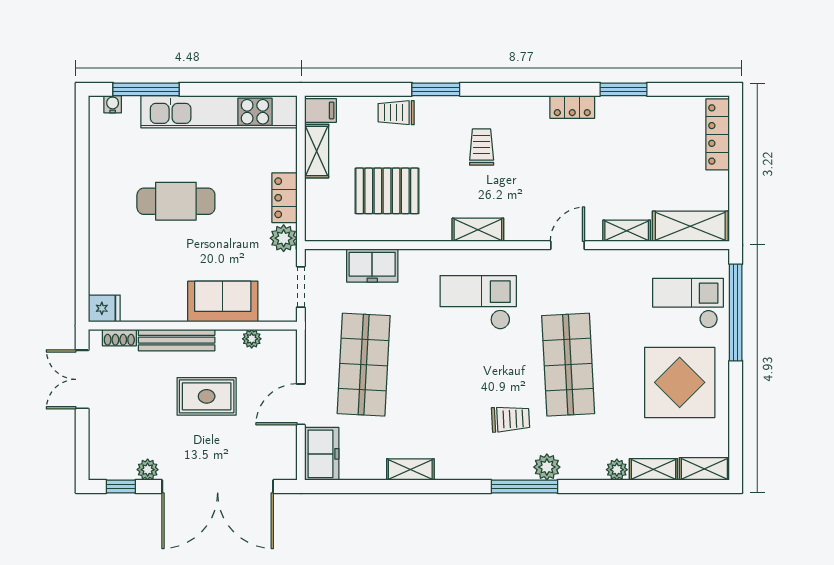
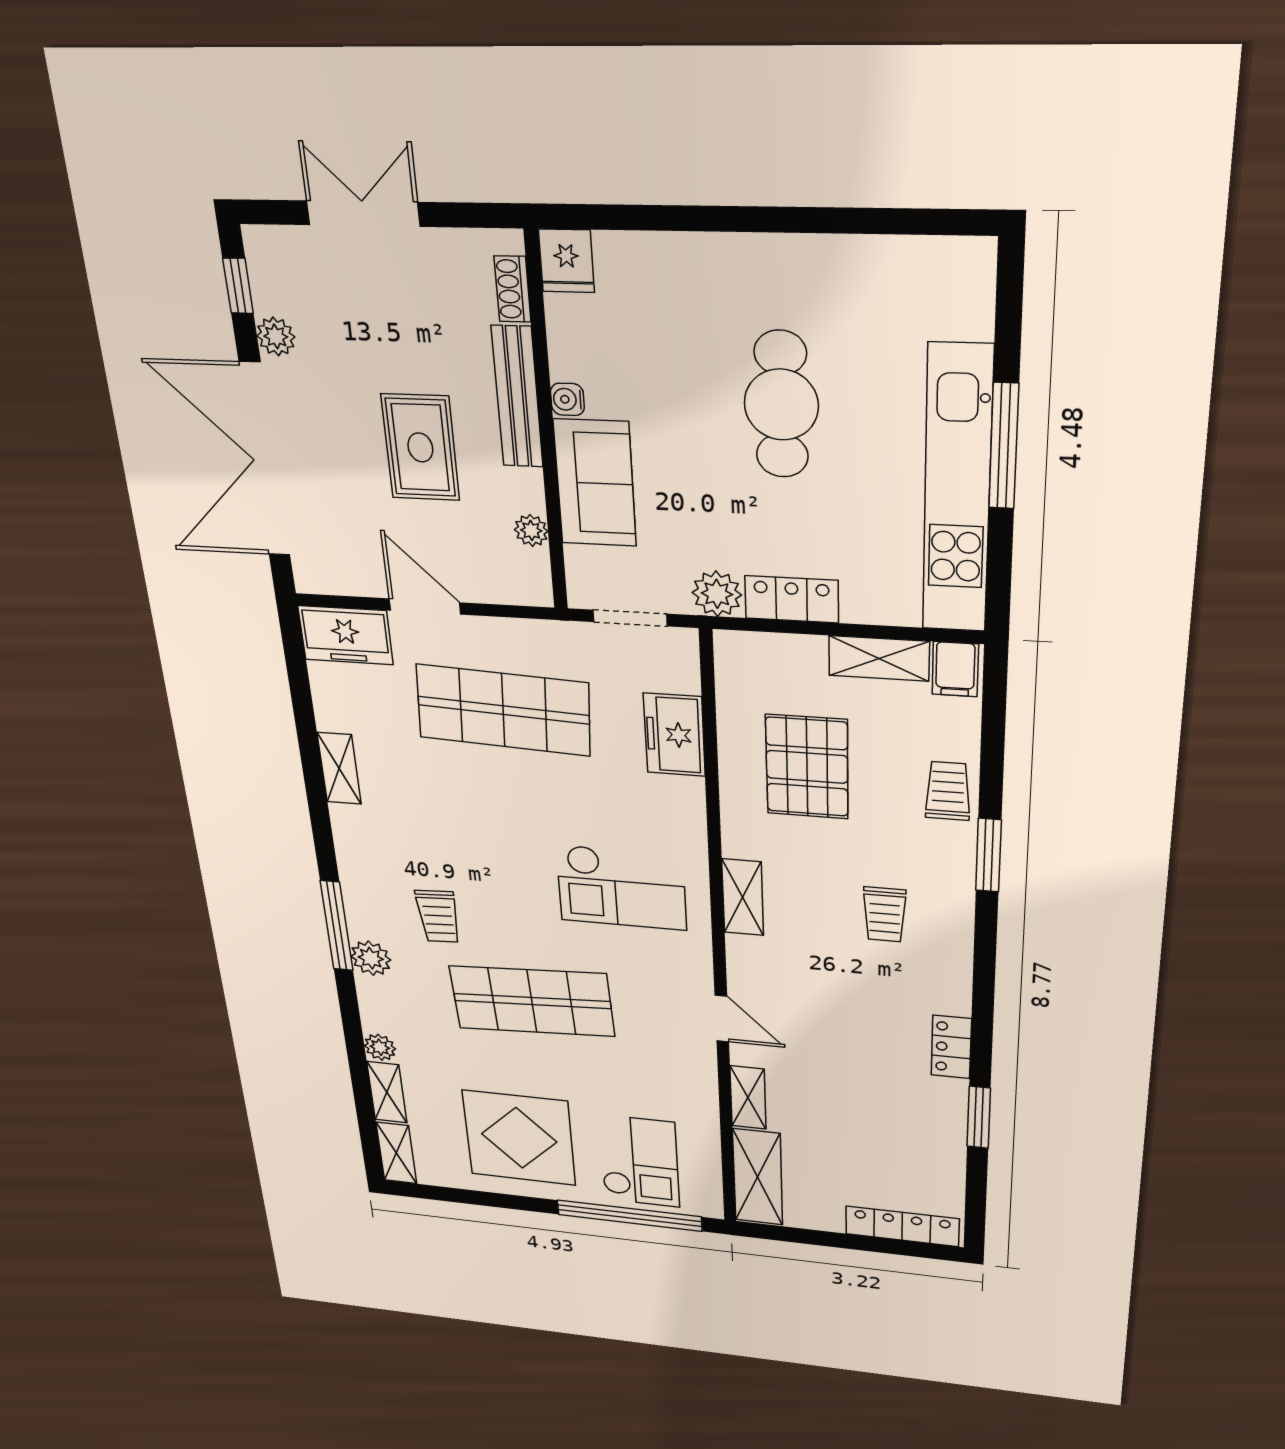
window: (146, 89) -> (1004, 446), moved
water cooler: (113, 104) -> (567, 399), moved, turned 180
trolley: (482, 147) -> (885, 914), turned 90
checkout: (478, 302) -> (621, 888), turned 90
double door: (82, 379) -> (363, 214), moved

